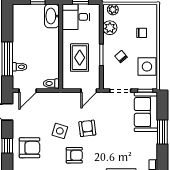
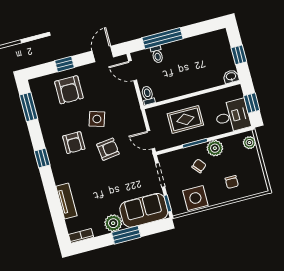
washbasin: (52, 16) -> (231, 77), width x0.52, depth x0.69
desk: (76, 17) -> (232, 116), moved, turned 90
plant: (110, 28) -> (215, 148), moved
plant: (150, 140) -> (113, 223), added

